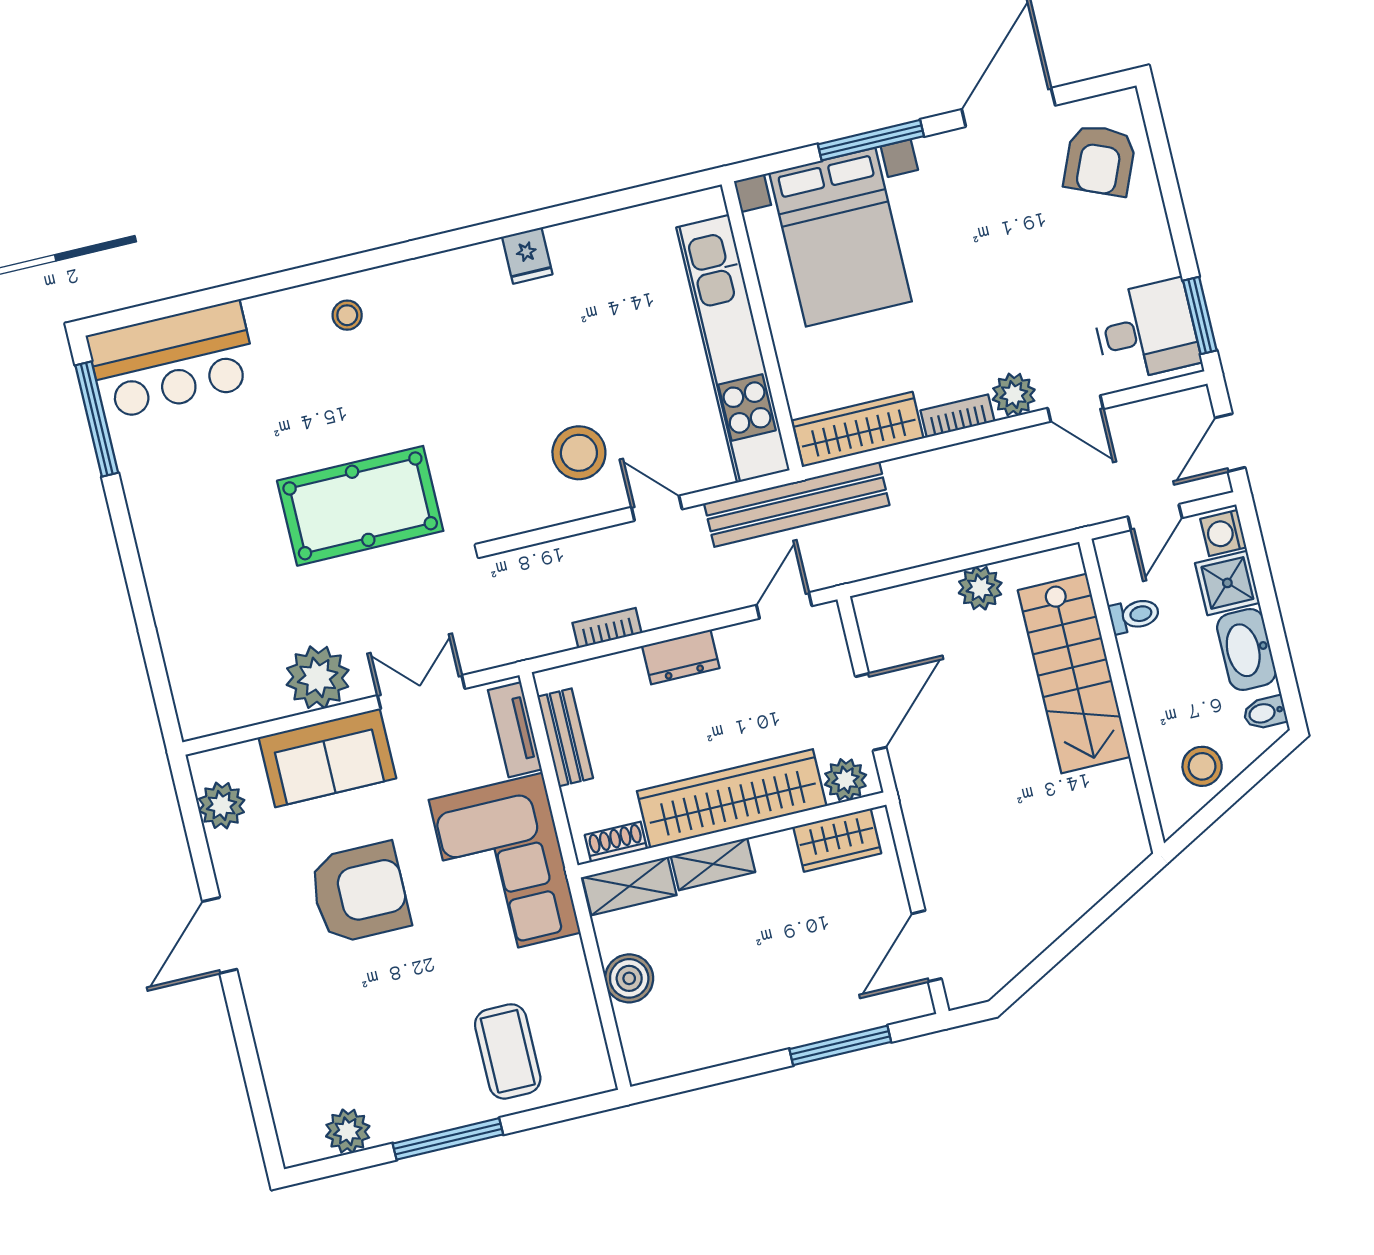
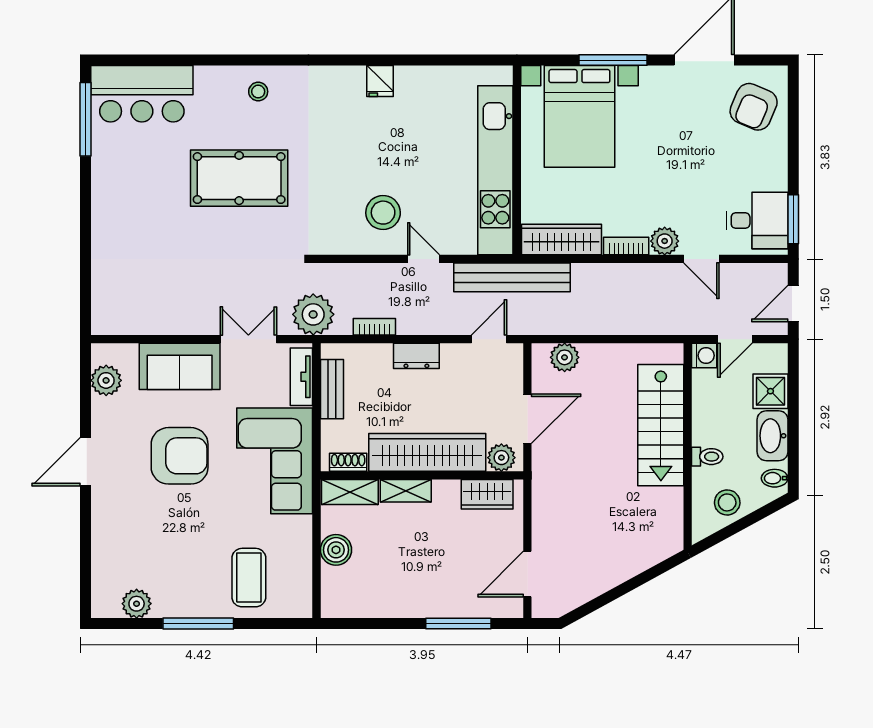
pool table: (360, 506) -> (239, 178), moved
washing machine: (1223, 533) -> (704, 356), moved, turned 180
plant: (980, 588) -> (565, 357), moved
toilet: (1134, 615) -> (707, 457), moved
plant: (318, 677) -> (313, 314), moved

